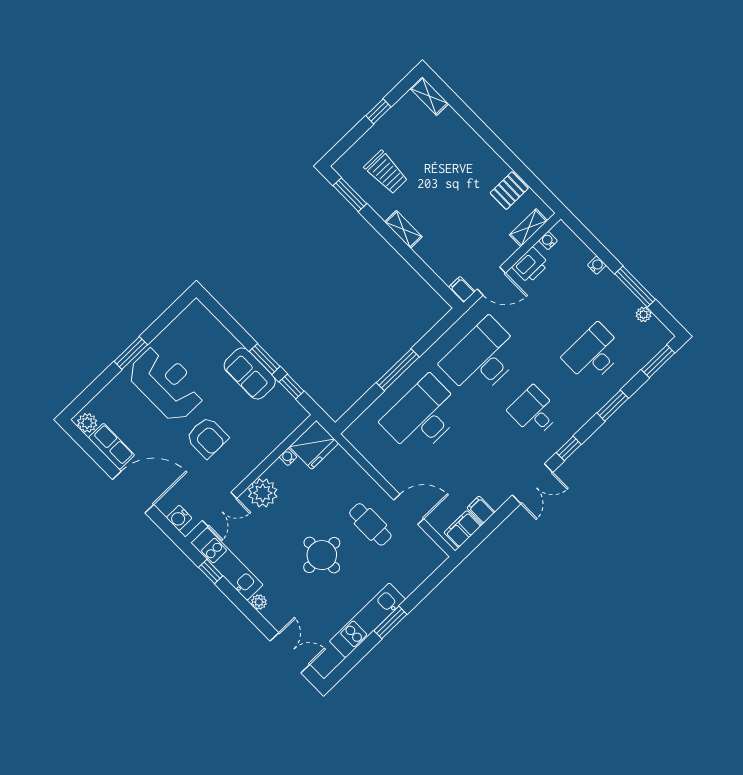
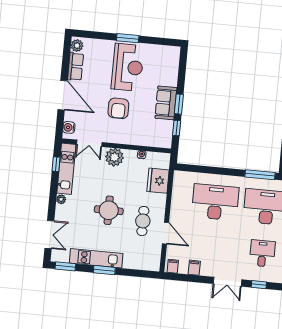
window: (398, 370) -> (260, 175), moved
fridge: (314, 445) -> (158, 181), moved, turned 90
filing cabinet: (463, 529) -> (173, 266), width x0.50
window: (346, 666) -> (65, 266), added

